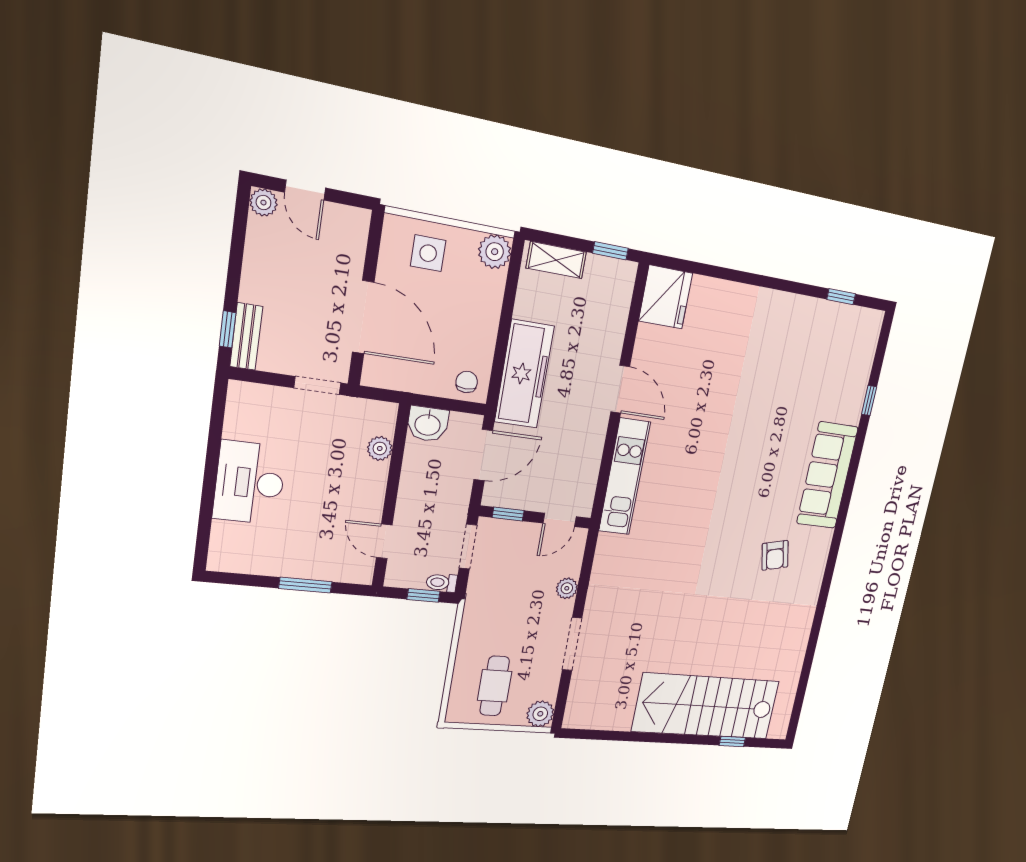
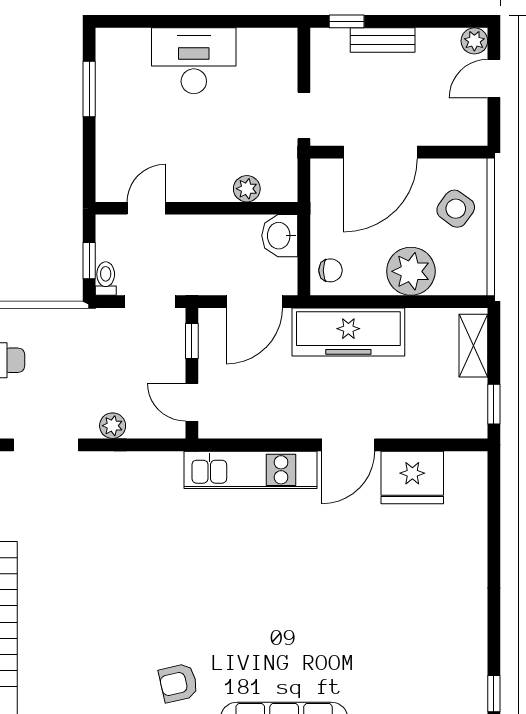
plant: (495, 252) -> (411, 271), moved, width x1.36, depth x1.36
side table: (428, 253) -> (456, 209), turned 36
fridge: (666, 297) -> (412, 477), moved
bench: (246, 336) -> (383, 40), moved
door: (483, 455) -> (254, 302), hinge flipped
window: (305, 585) -> (89, 89), moved

